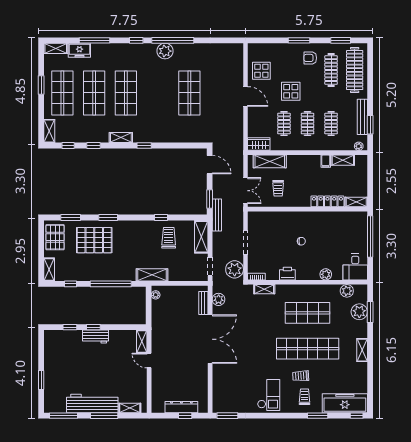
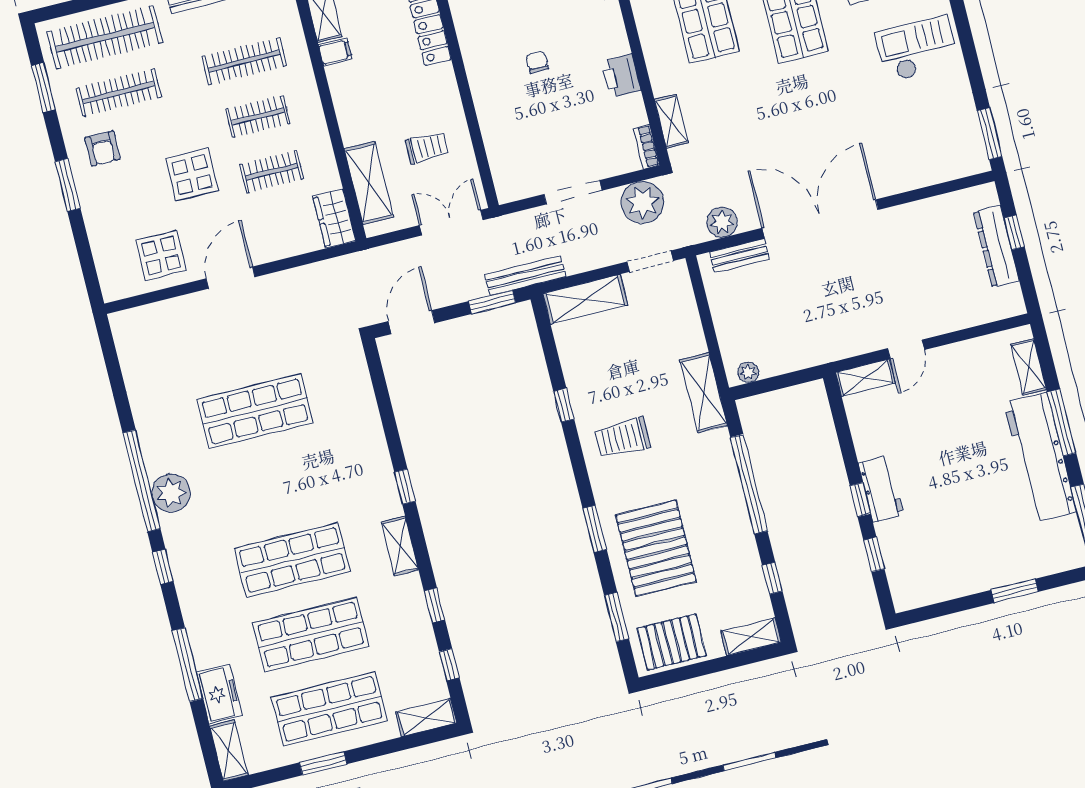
clothes rail: (331, 124) -> (244, 61), width x1.36
trolley: (169, 238) -> (622, 438), moved

